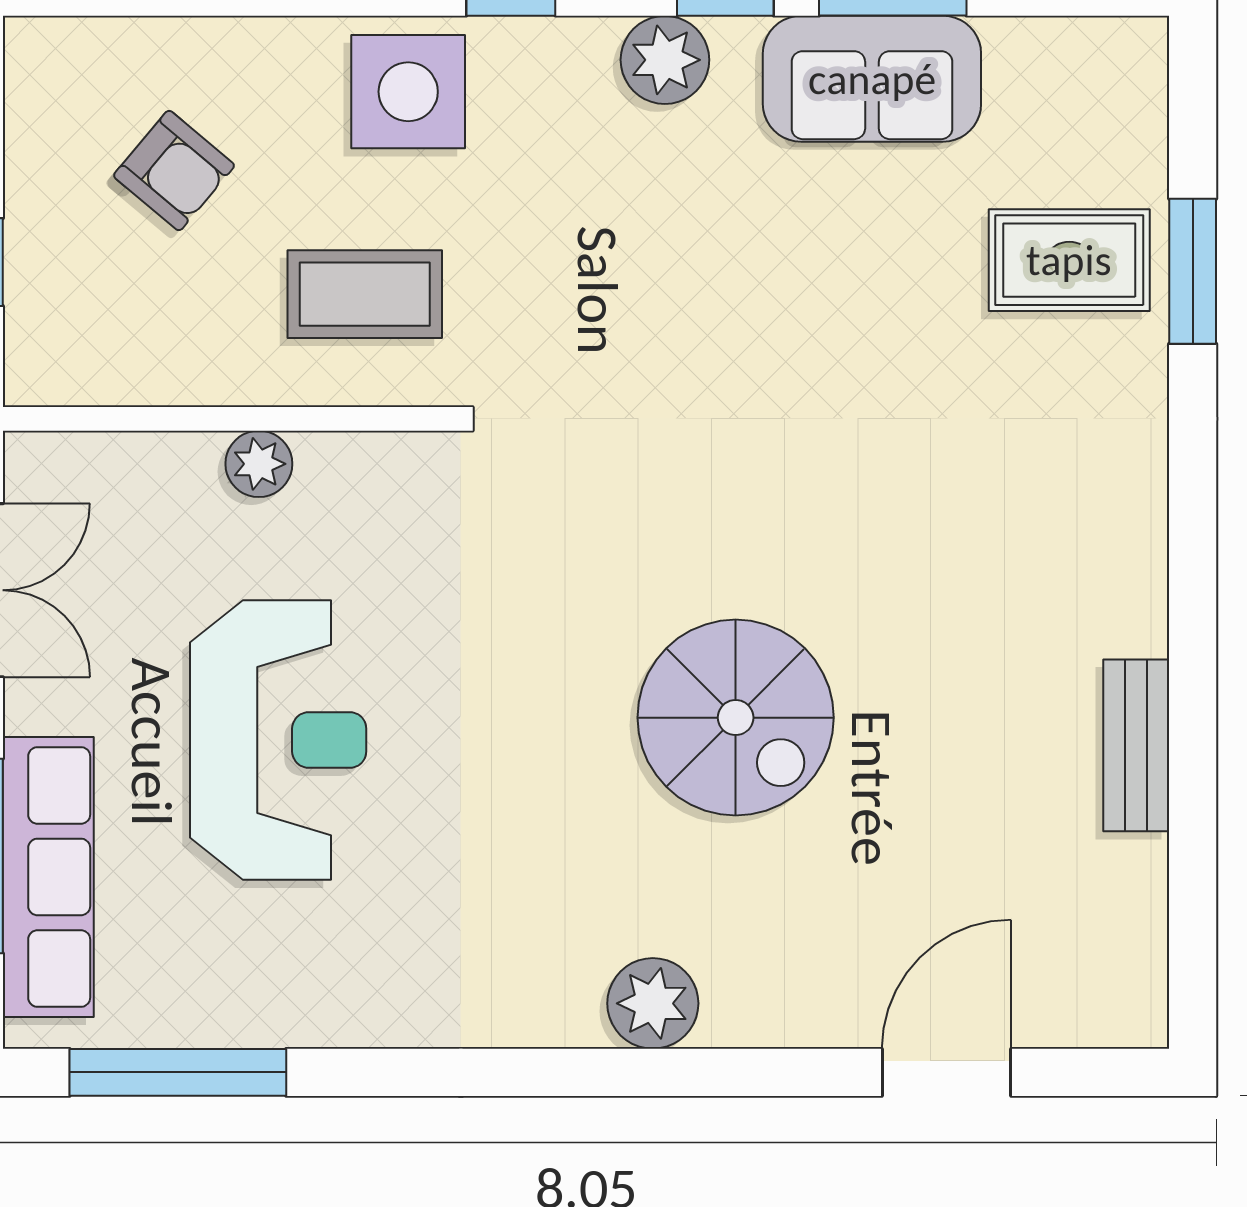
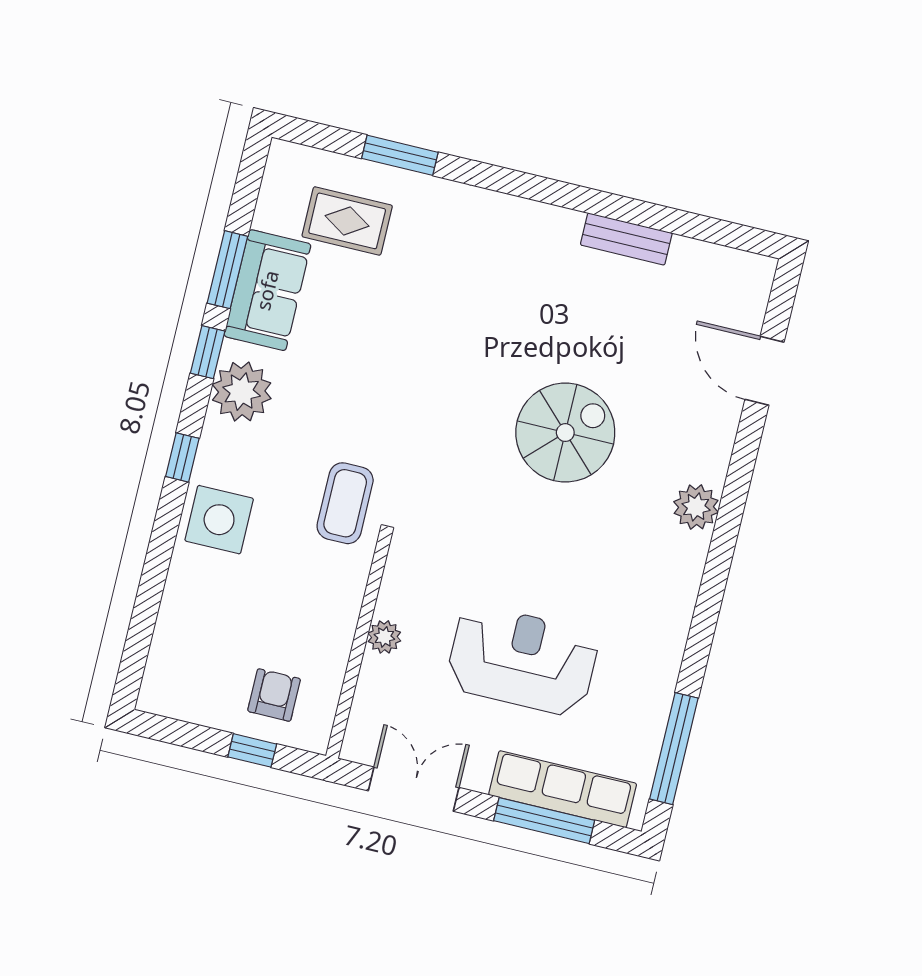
plant: (665, 60) -> (242, 392), width x1.36, depth x1.36
armchair: (174, 171) -> (274, 695), moved, turned -40
rug: (1069, 260) -> (347, 221), moved, turned 90
coffee table: (365, 294) -> (345, 503), moved

